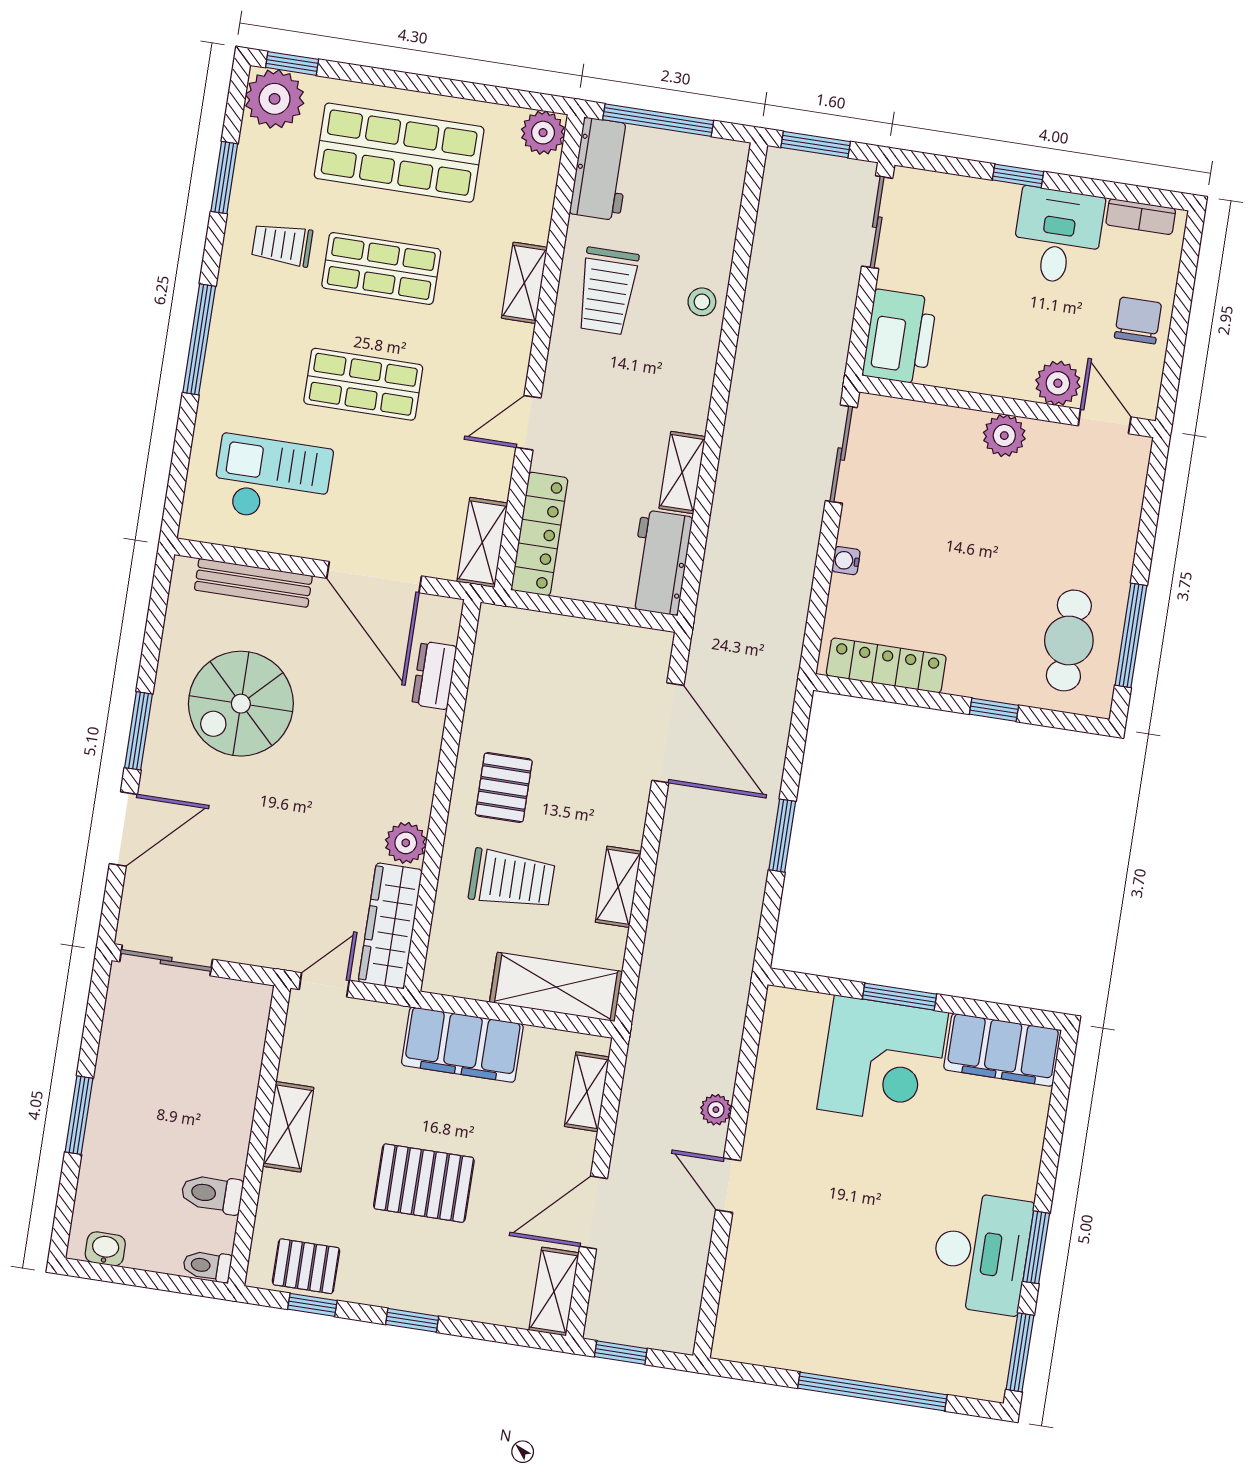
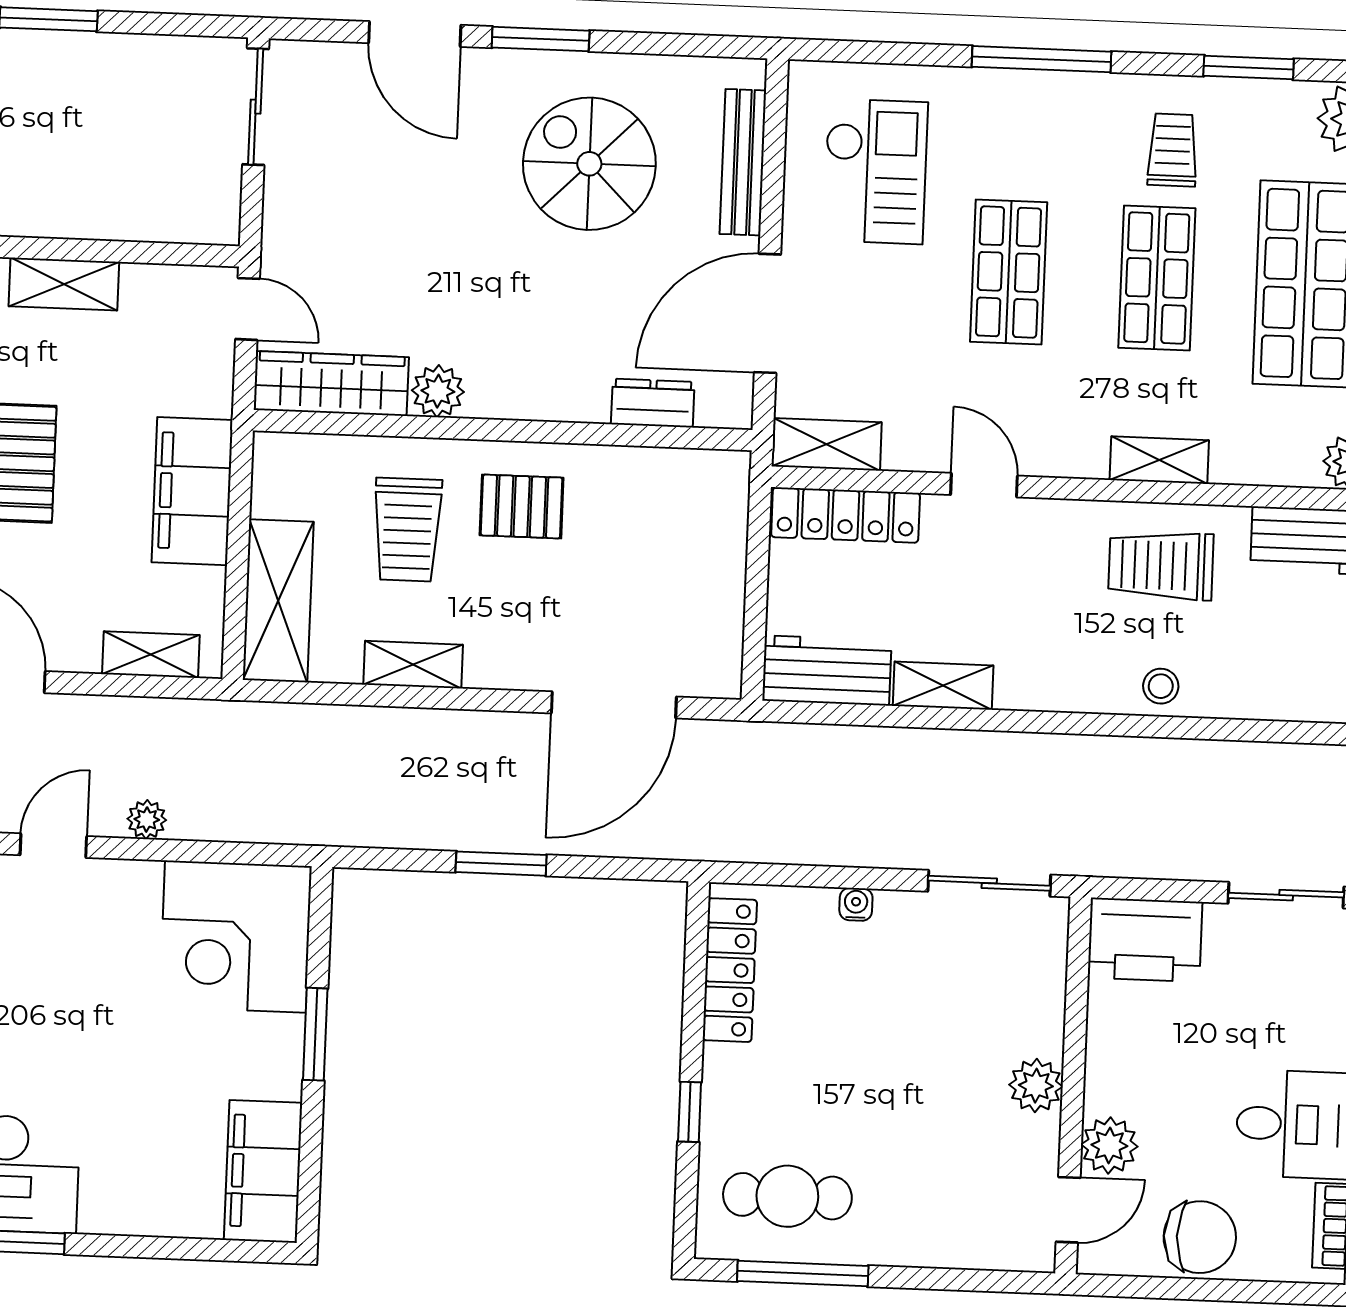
chair: (1138, 320) -> (1200, 1237), width x1.37, depth x1.37
corner desk: (883, 1061) -> (236, 937), moved

